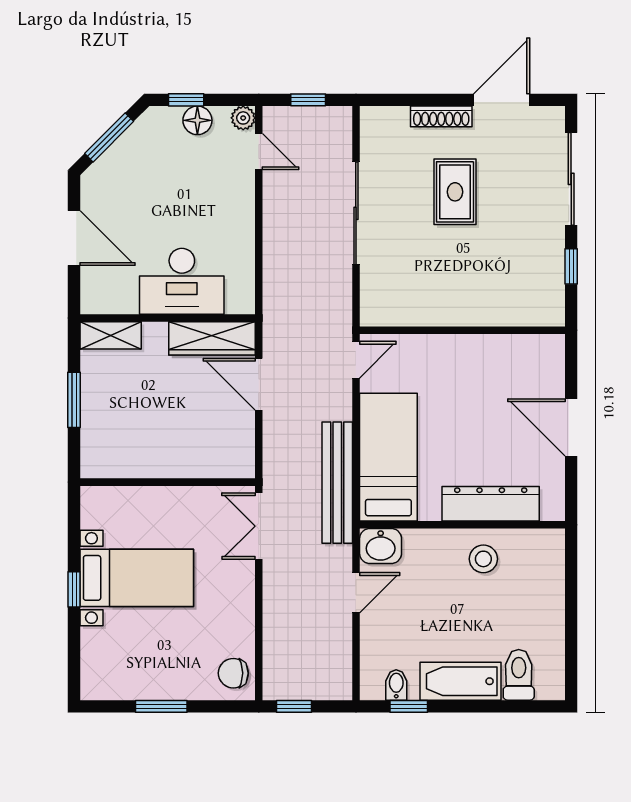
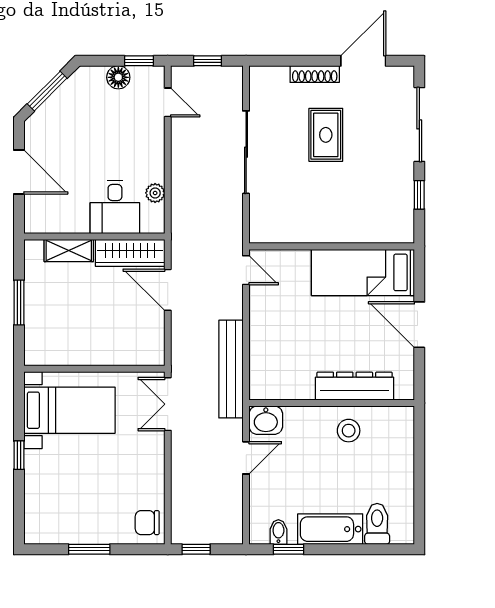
window: (186, 100) -> (139, 61), moved
plant: (243, 118) -> (155, 193), moved
desk: (182, 281) -> (115, 207), width x0.73
shelving: (111, 335) -> (69, 251), moved
door: (356, 360) -> (246, 270), hinge flipped
bed: (388, 457) -> (363, 272), moved, turned -90
bed with nightstands: (137, 578) -> (69, 410), moved

